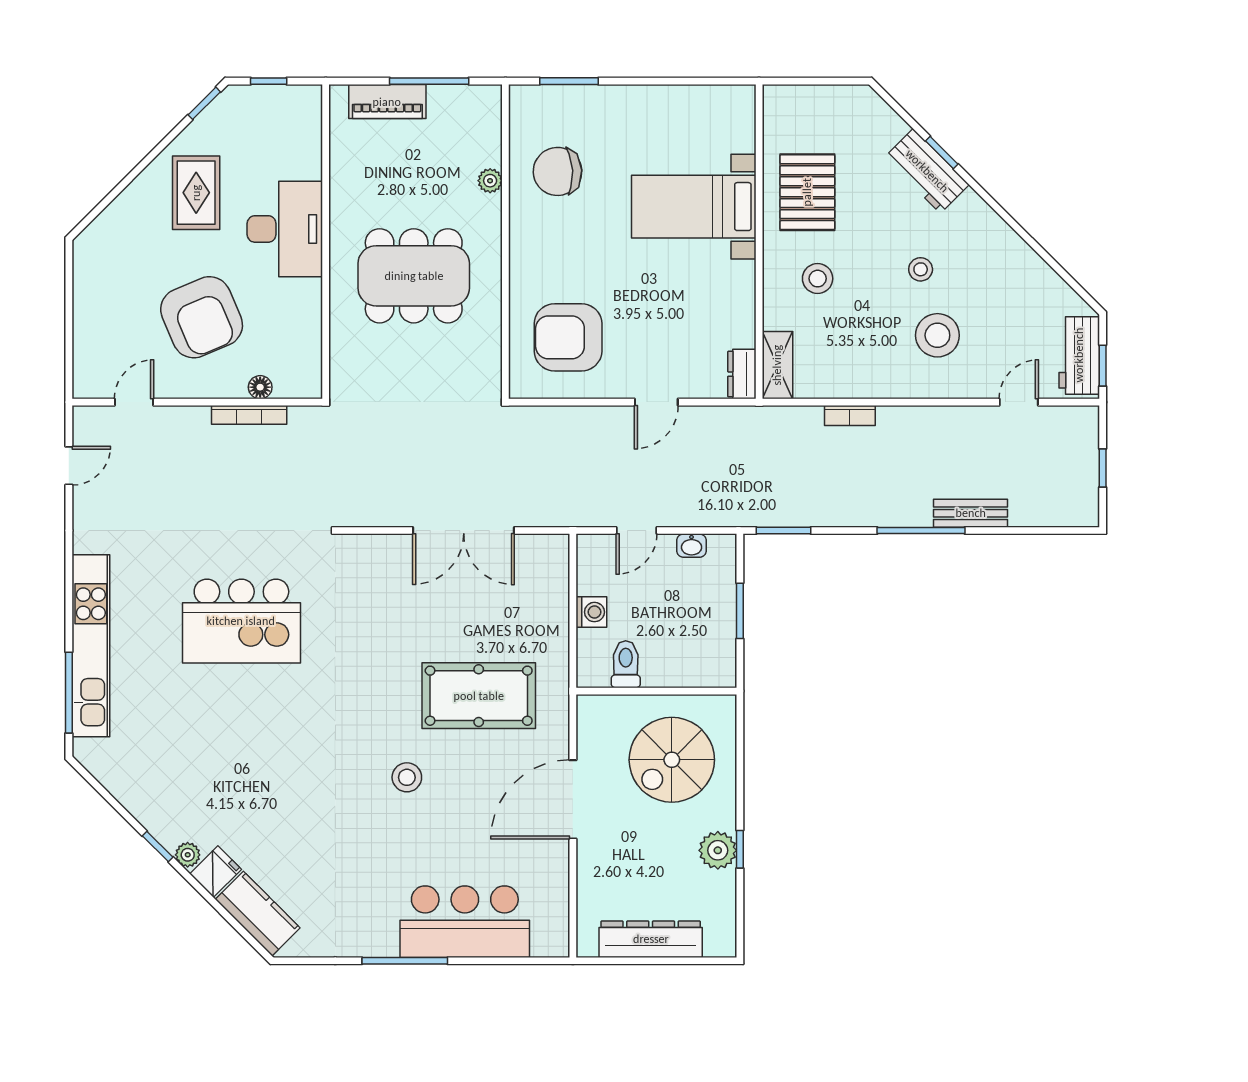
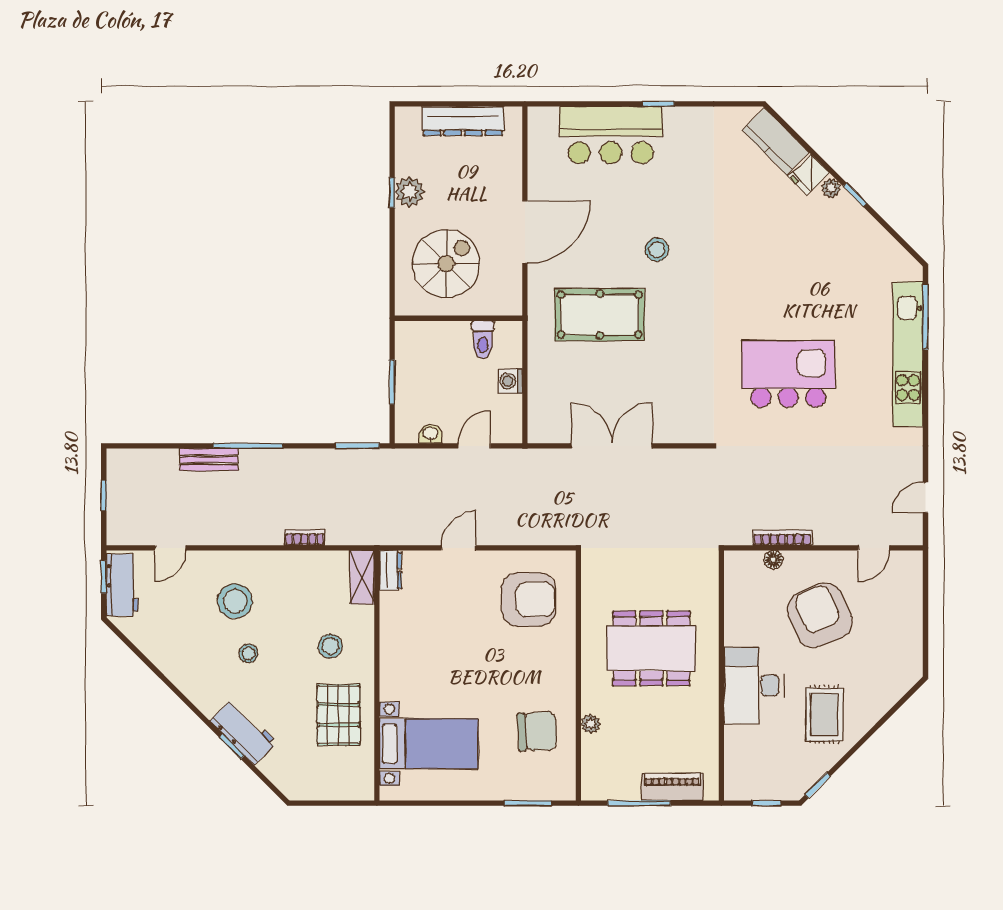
bed with nightstands: (694, 207) -> (429, 744), moved
window: (405, 961) -> (658, 104), width x0.46

